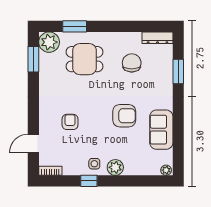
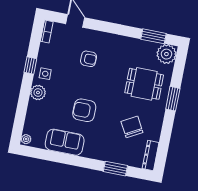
window: (75, 26) -> (173, 99), moved
dining table: (85, 59) -> (144, 84), turned 90
chair: (132, 63) -> (132, 127), turned -119
armchair: (124, 116) -> (84, 110), turned 90

